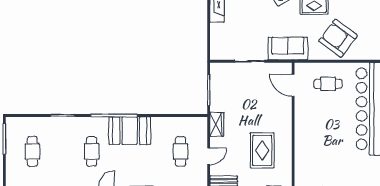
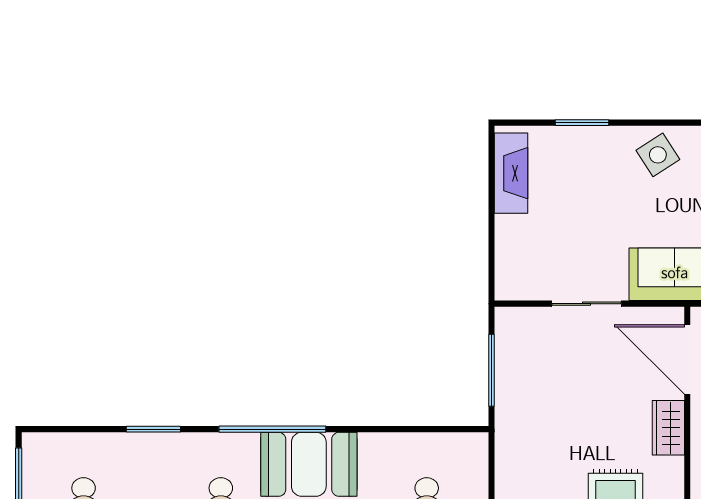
door: (293, 85) -> (687, 359), width x1.36
wardrobe: (217, 124) -> (668, 428), moved, turned 180

